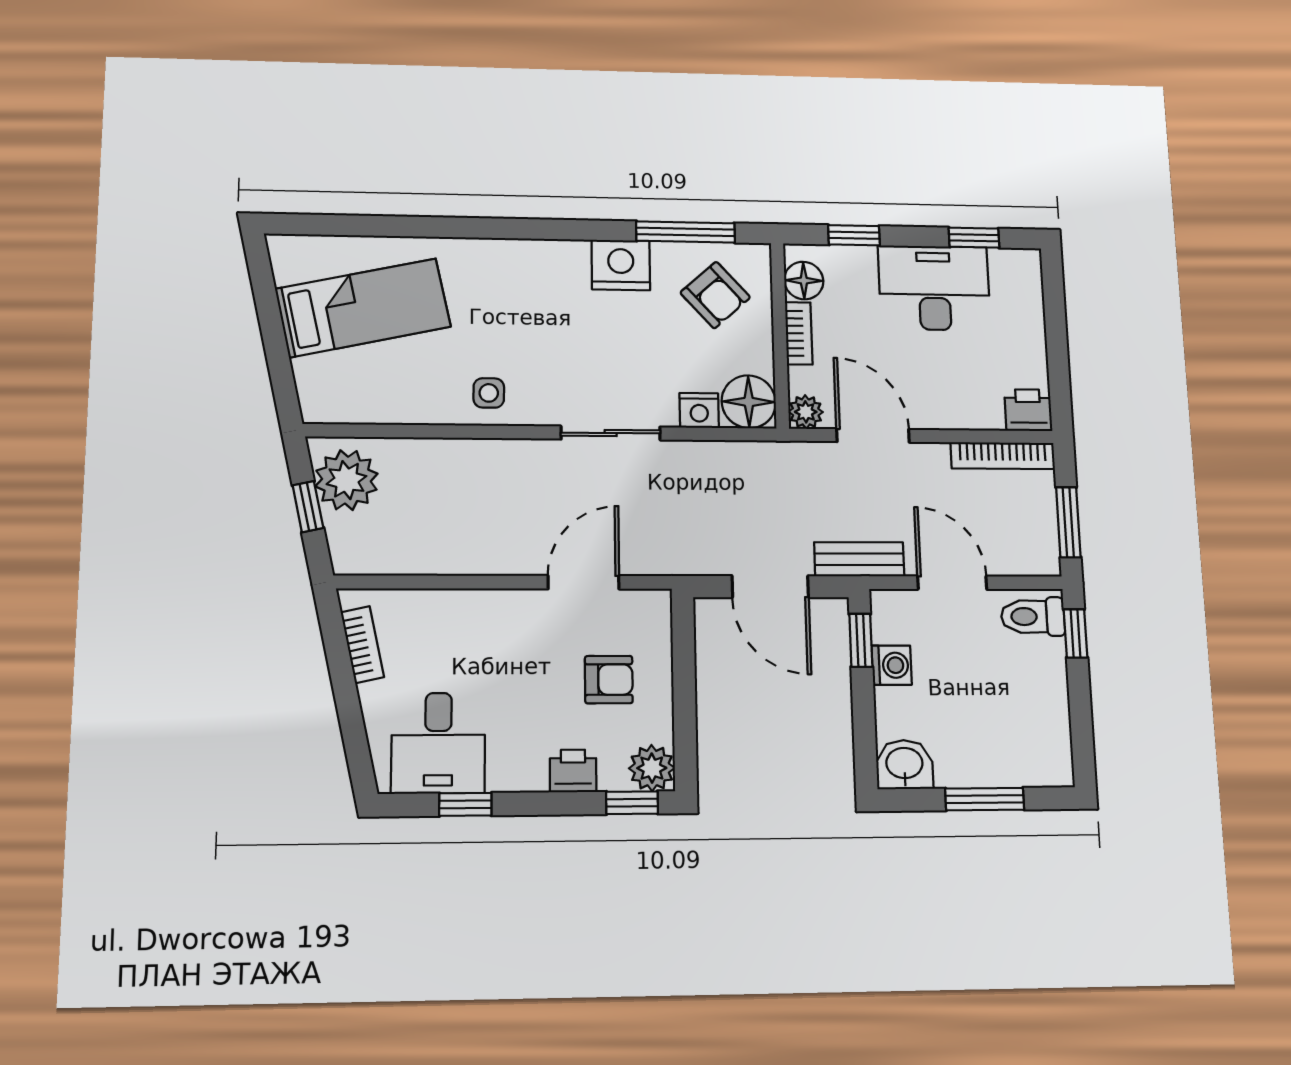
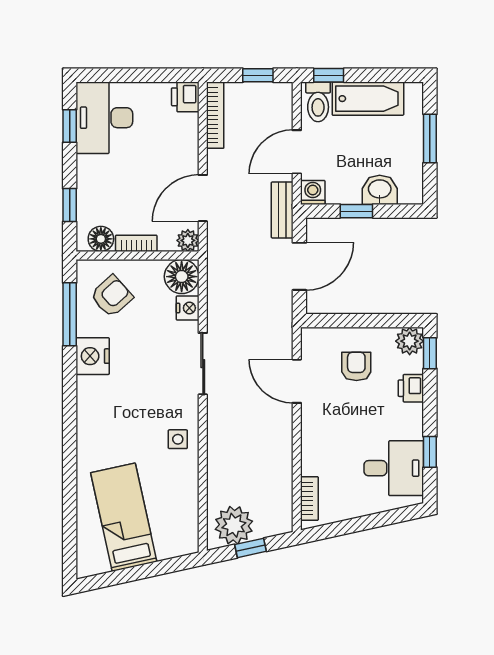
desk: (934, 288) -> (104, 118), moved
window: (1068, 522) -> (258, 75), width x0.67
window: (861, 640) -> (356, 211), moved
bookcase: (362, 645) -> (309, 499), moved, turned 102
washing machine: (892, 665) -> (313, 192), moved
bathtub: (1043, 697) -> (368, 99), added
washbasin: (904, 764) -> (380, 190), moved, turned 90

